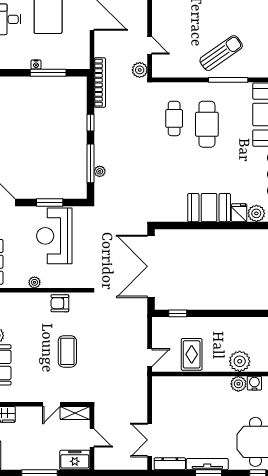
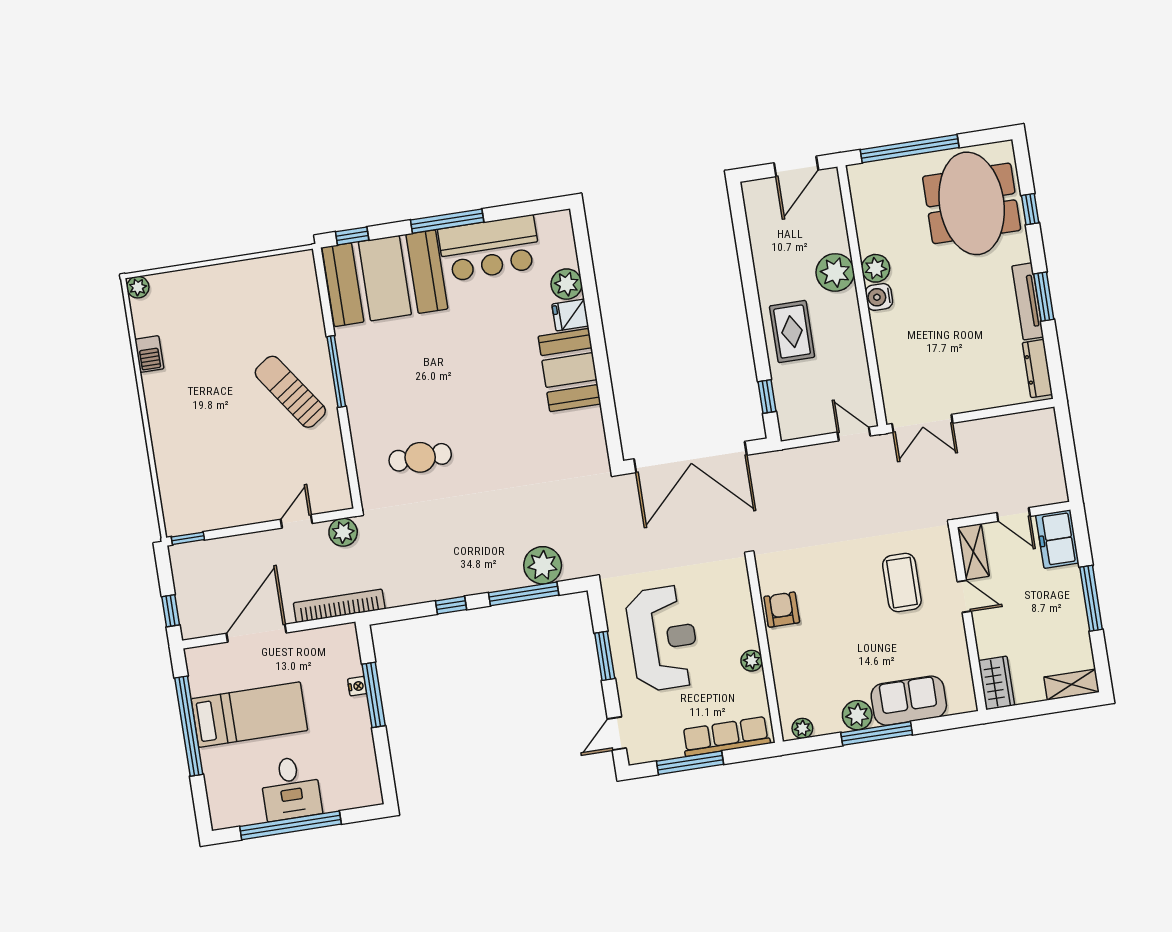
nightstand: (36, 64) -> (357, 686), moved
bookcase: (100, 83) -> (339, 606), moved
cafe table: (207, 124) -> (421, 397), removed
plant: (100, 171) -> (543, 565), width x1.88, depth x1.88
reception desk: (54, 236) -> (663, 638), turned -90
armchair: (60, 303) -> (782, 610), turned 180
coffee table: (67, 351) -> (902, 583), moved, turned 90
rug: (192, 354) -> (792, 332), moved, turned 90
water cooler: (254, 383) -> (879, 297), moved
door: (92, 438) -> (1013, 514), swing flipped
double door: (150, 440) -> (922, 423), moved

